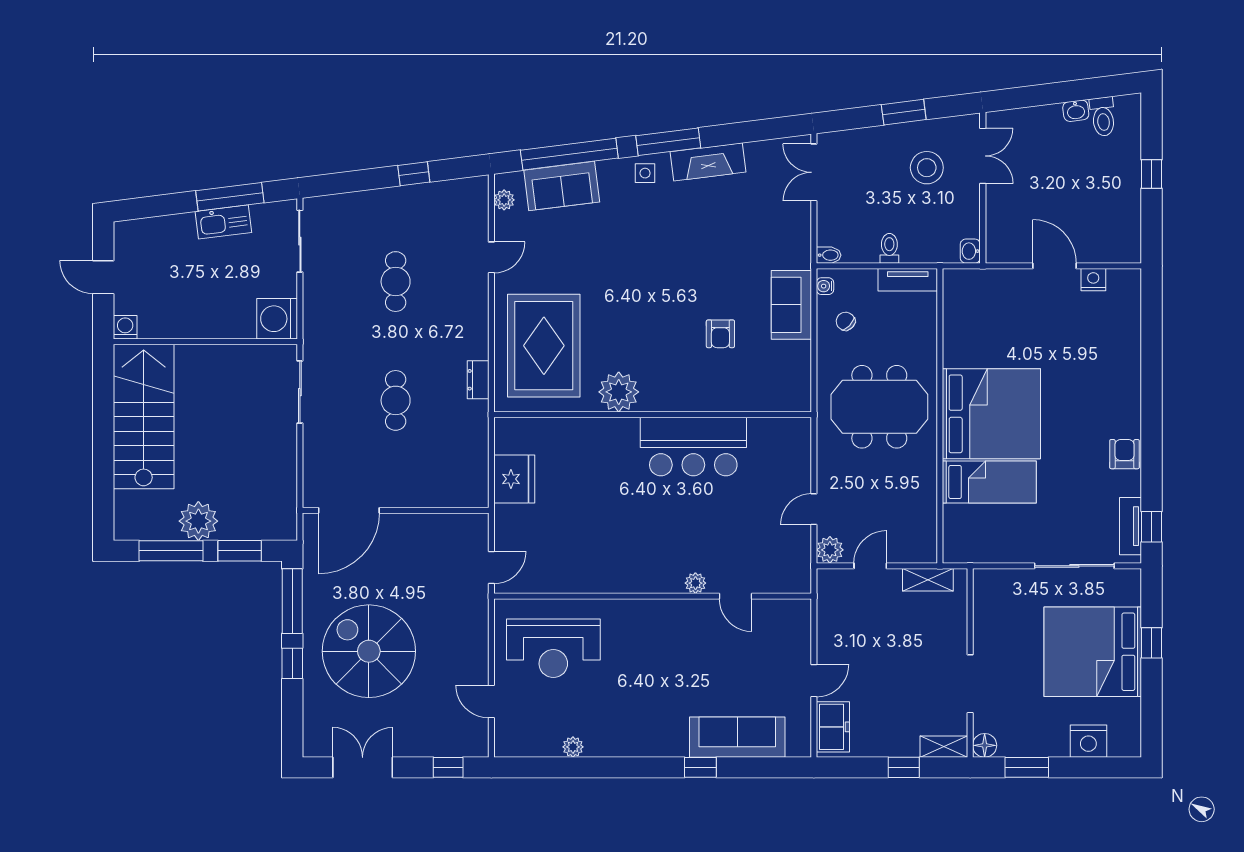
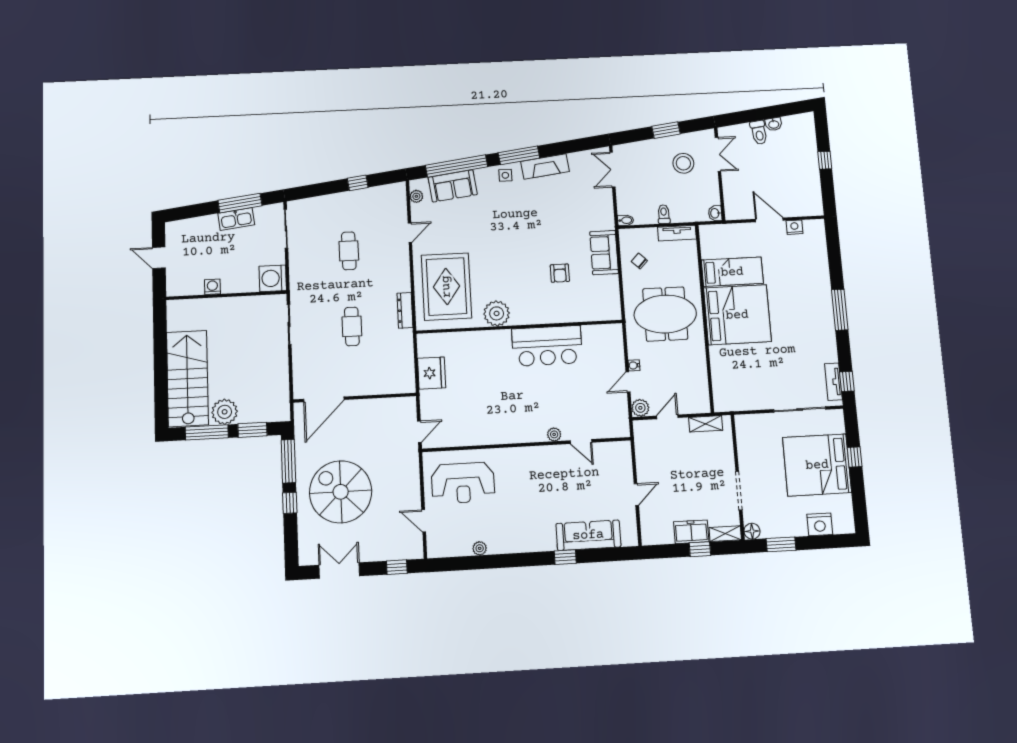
toilet: (1103, 117) -> (759, 132), moved
water cooler: (825, 286) -> (634, 365), moved
washing machine: (125, 327) -> (212, 287), moved
dresser: (478, 380) -> (405, 310), width x1.44
window: (1152, 415) -> (840, 310), added
stairs: (144, 417) -> (187, 378), moved
armchair: (1124, 454) -> (825, 336), removed
bed: (989, 482) -> (732, 272), moved
freezer: (833, 727) -> (691, 532), moved, turned -90

